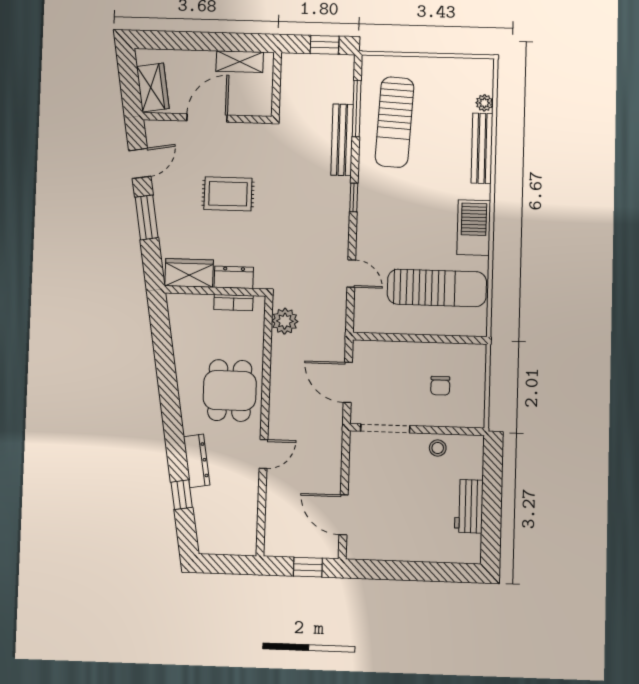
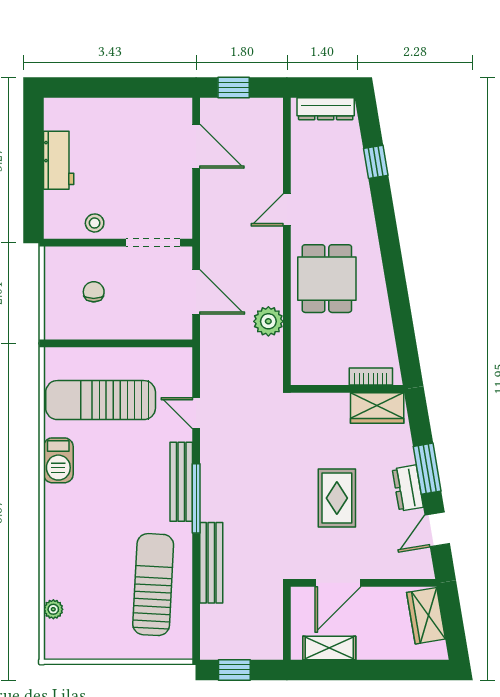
window: (357, 109) -> (196, 599), removed
door: (207, 118) -> (338, 583), moved
bench: (482, 148) -> (181, 482), moved
rug: (228, 194) -> (337, 498), turned 90
window: (354, 197) -> (196, 498), width x2.17
barbecue: (474, 228) -> (58, 460), width x0.73, depth x0.83
dresser: (234, 277) -> (408, 488), moved, turned 81
bookcase: (233, 303) -> (371, 376), moved
plant: (285, 321) -> (268, 321), moved
dresser: (197, 461) -> (326, 109), moved, turned -81

